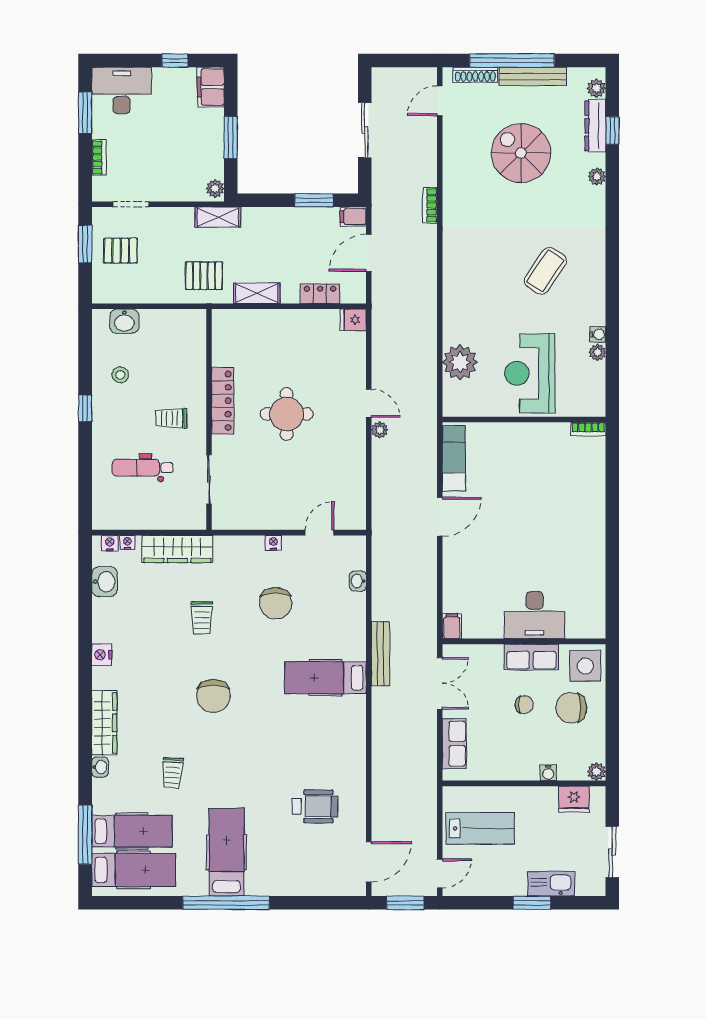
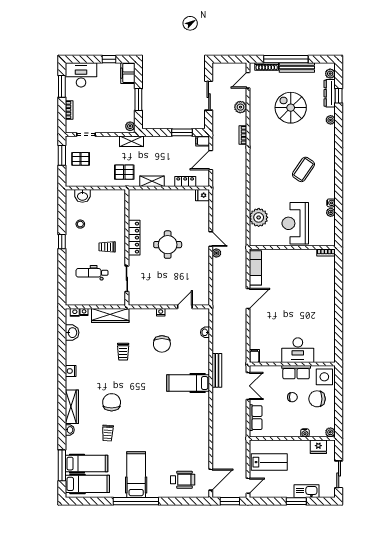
plant: (425, 152) -> (240, 107), added
chair: (213, 696) -> (112, 402), moved, turned 180
wheelchair: (315, 806) -> (183, 480), moved

